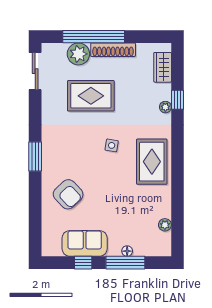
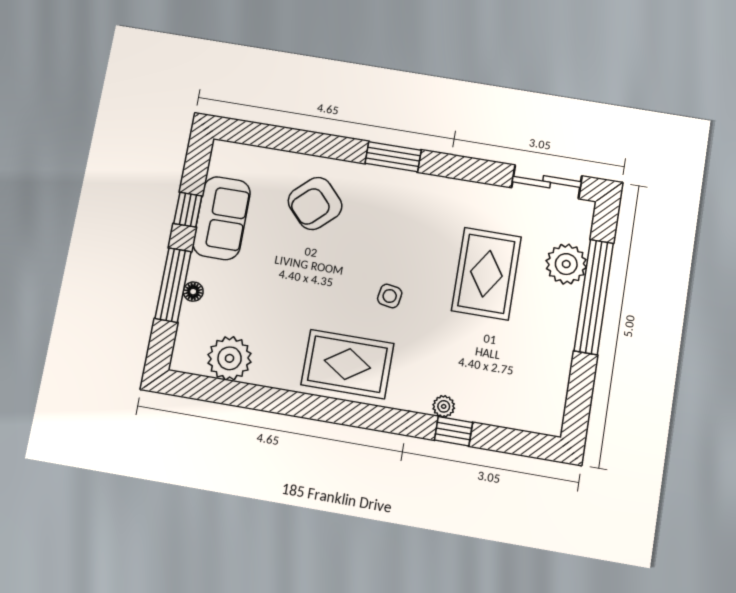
shoe rack: (113, 50) -> (565, 328), removed
wardrobe: (163, 67) -> (518, 414), removed
plant: (165, 225) -> (230, 358), width x1.87, depth x1.87

